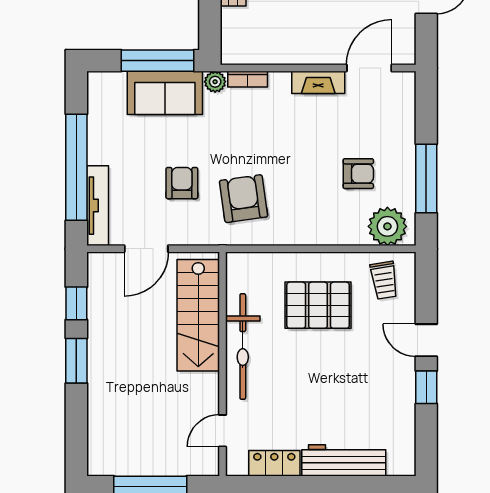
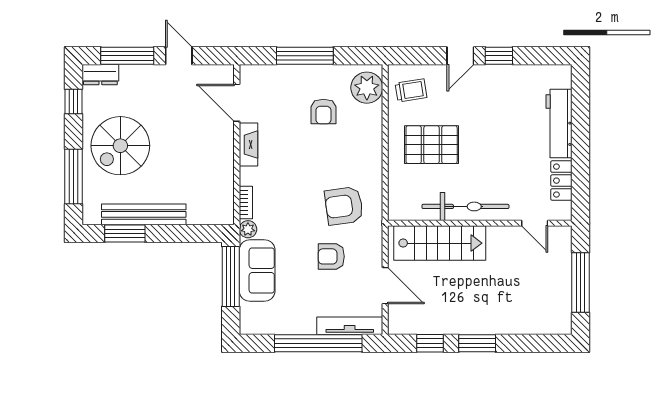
armchair: (358, 174) -> (323, 112), turned 180
window: (426, 179) -> (305, 56), moved
pallet: (318, 305) -> (432, 145), turned 90

